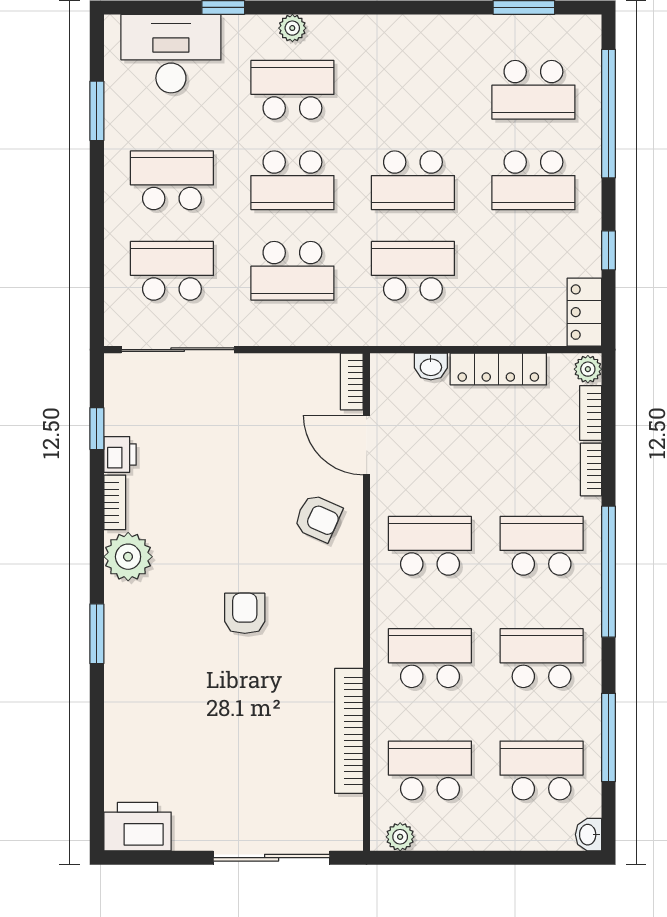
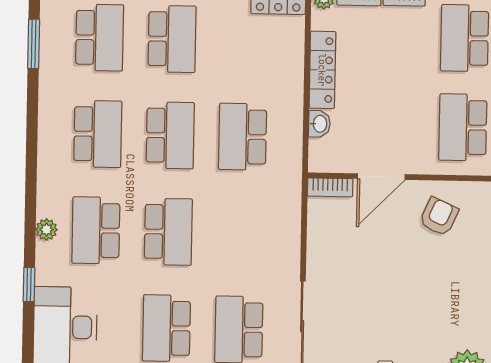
school desk: (292, 271) -> (98, 134), moved

